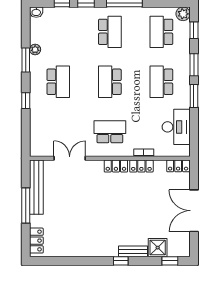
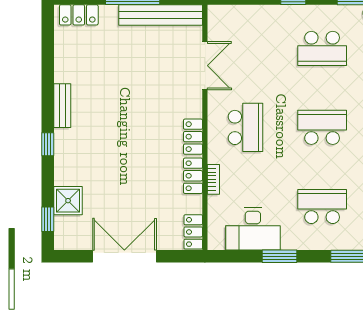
window: (194, 96) -> (280, 256), moved
bench: (133, 251) -> (62, 106), moved

